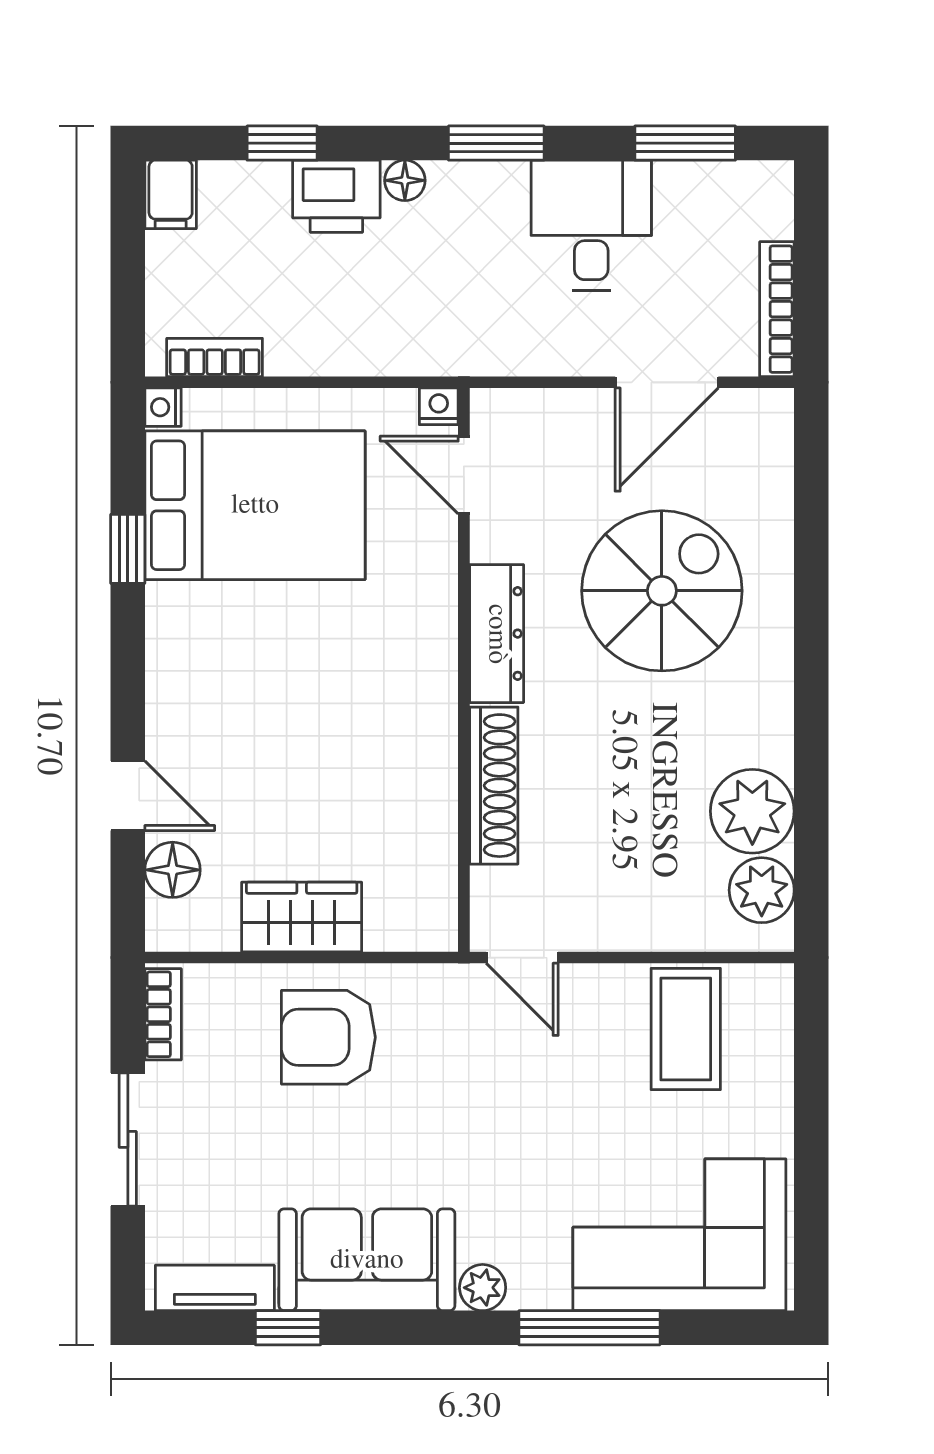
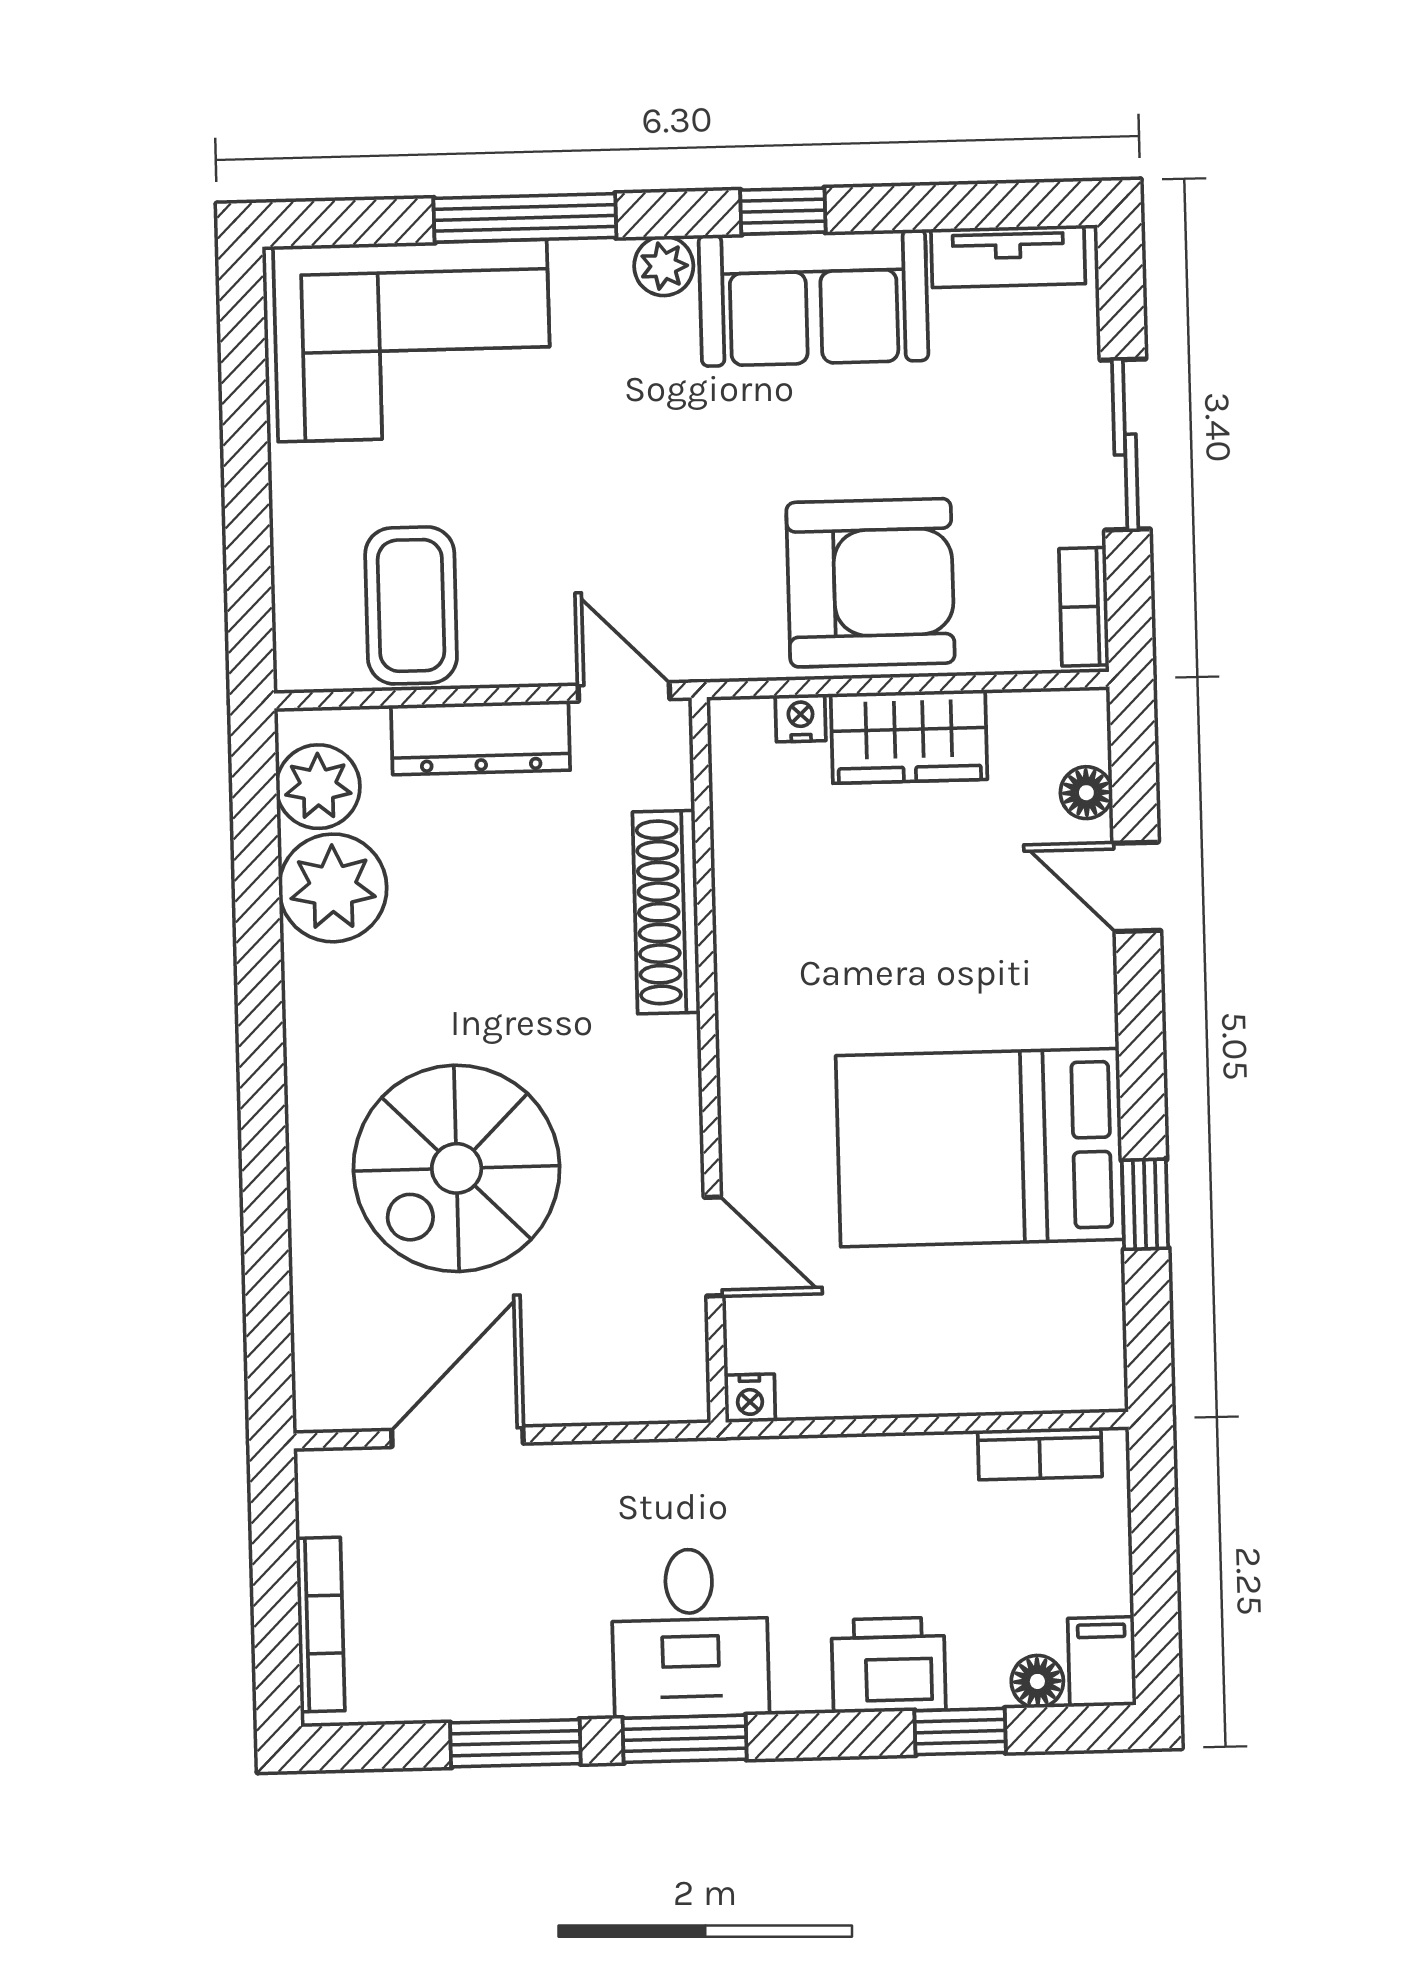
window: (685, 143) -> (515, 1743), moved
floor lamp: (405, 180) -> (1037, 1681), moved
desk: (591, 225) -> (690, 1633), moved
bookcase: (777, 309) -> (320, 1625), moved
nightstand: (163, 407) -> (801, 718), moved, turned -90
door: (464, 475) -> (714, 1247), moved
bed: (255, 505) -> (980, 1148), moved
dresser: (497, 634) -> (481, 738), moved, turned -90
floor lamp: (173, 870) -> (1086, 793), width x0.73, depth x0.73
armchair: (328, 1037) -> (871, 583), width x1.36, depth x1.36
window: (288, 1328) -> (783, 211), moved

